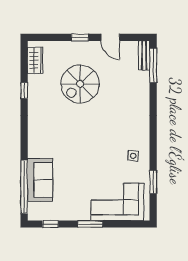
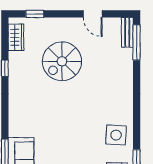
window: (80, 37) -> (35, 14), moved
side table: (133, 156) -> (116, 135), width x1.87, depth x1.87

